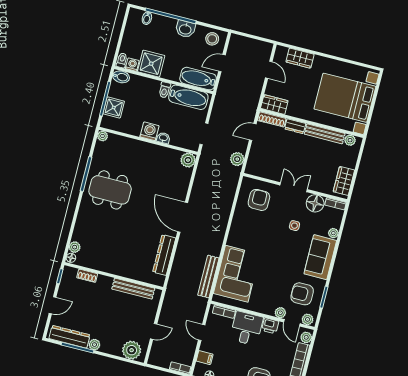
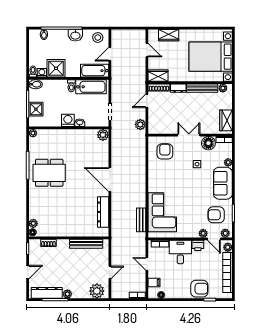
bench: (208, 277) -> (141, 220), width x0.73

